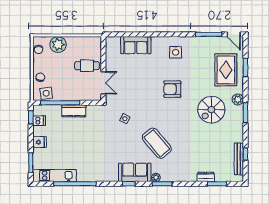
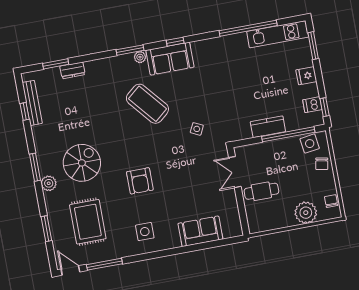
rug: (226, 70) -> (88, 222), moved
armchair: (172, 89) -> (140, 181), turned 90

